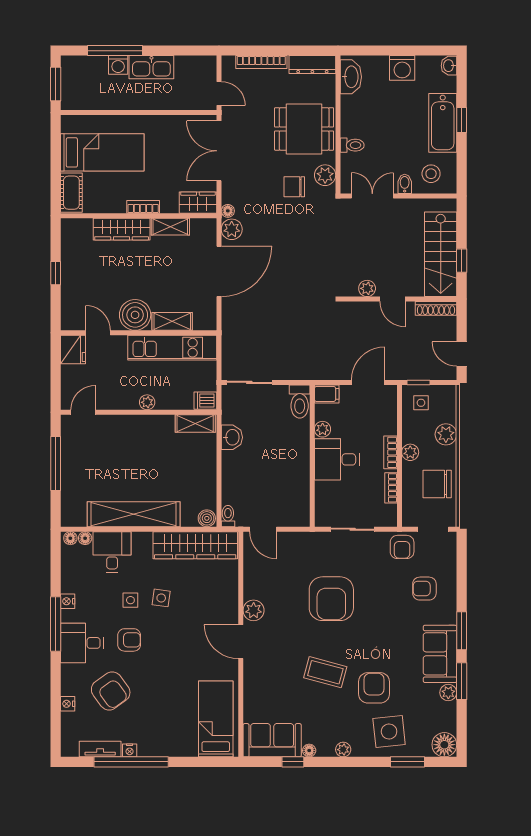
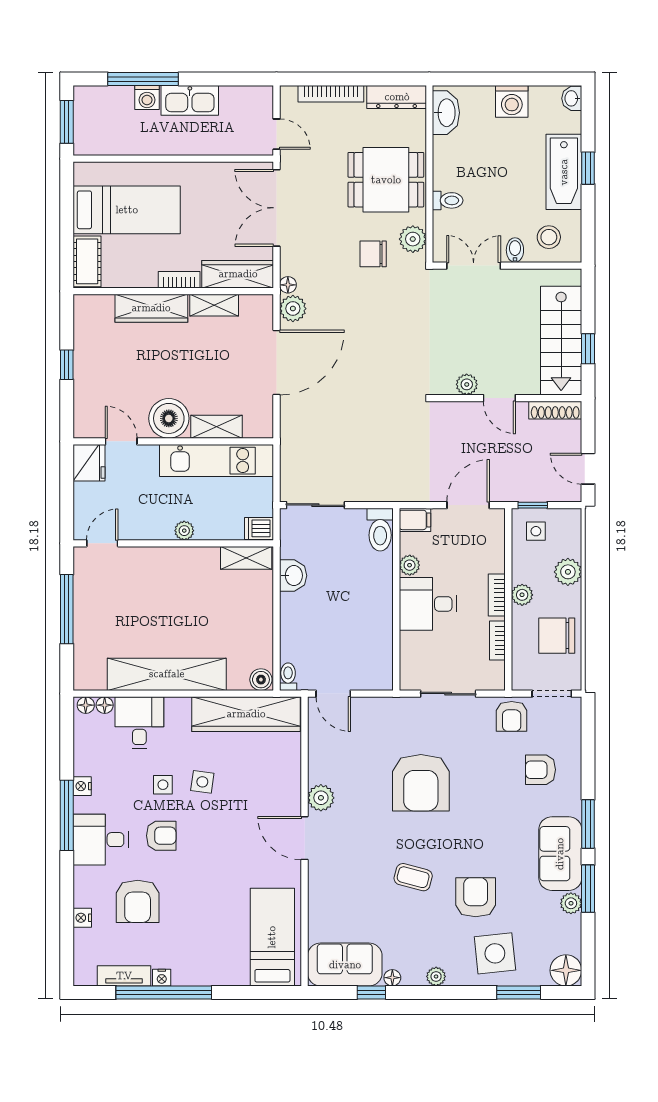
wardrobe: (198, 203) -> (238, 274), width x1.50
coffee table: (325, 672) -> (413, 877), width x0.73, depth x0.77
armchair: (111, 691) -> (138, 901), turned 36

